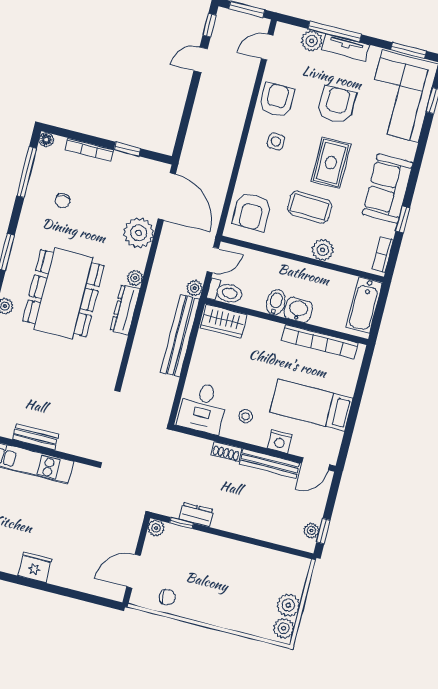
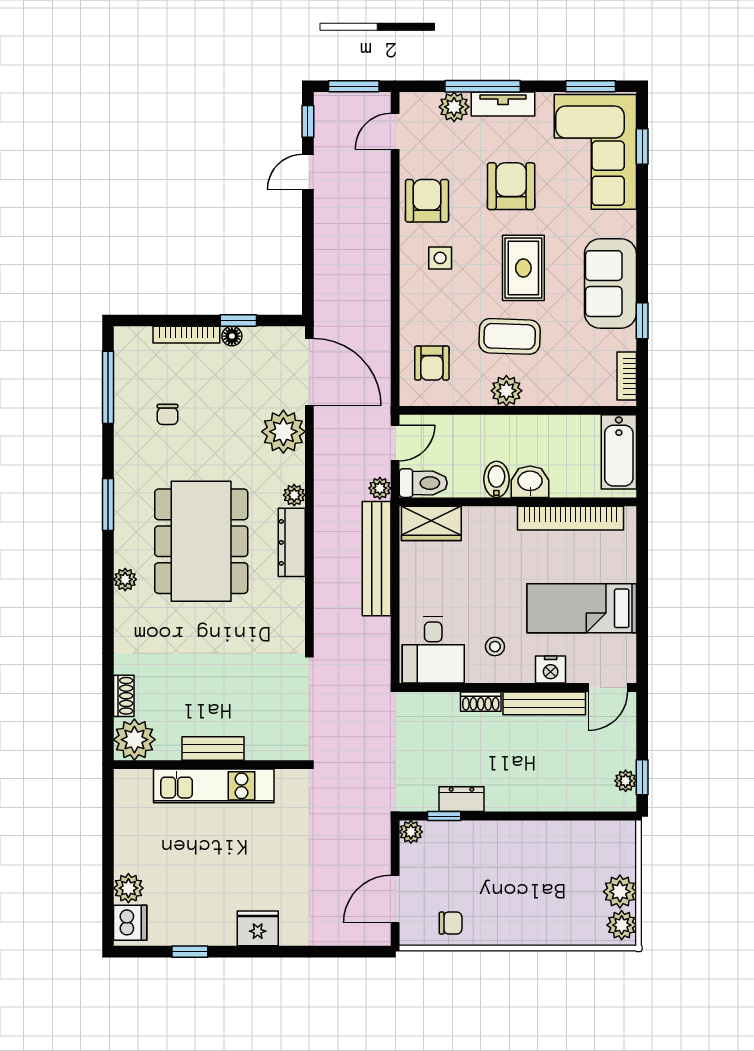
floor lamp: (46, 140) -> (232, 336), moved
armchair: (252, 212) -> (432, 363), width x0.72, depth x0.72
plant: (323, 250) -> (506, 391), moved

